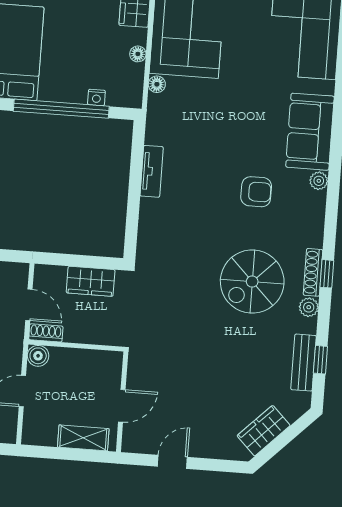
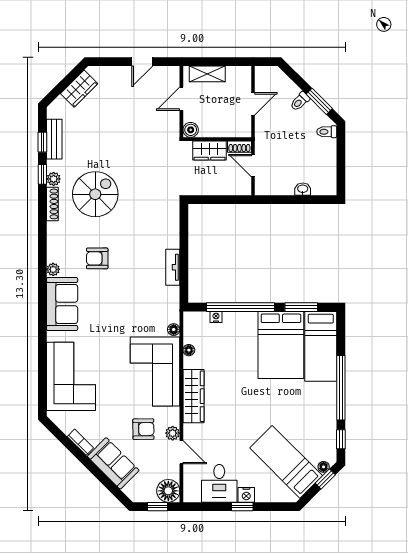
window: (327, 274) -> (42, 174), moved
wardrobe: (91, 281) -> (210, 150), moved, turned 180
boiler: (38, 356) -> (191, 130), moved

